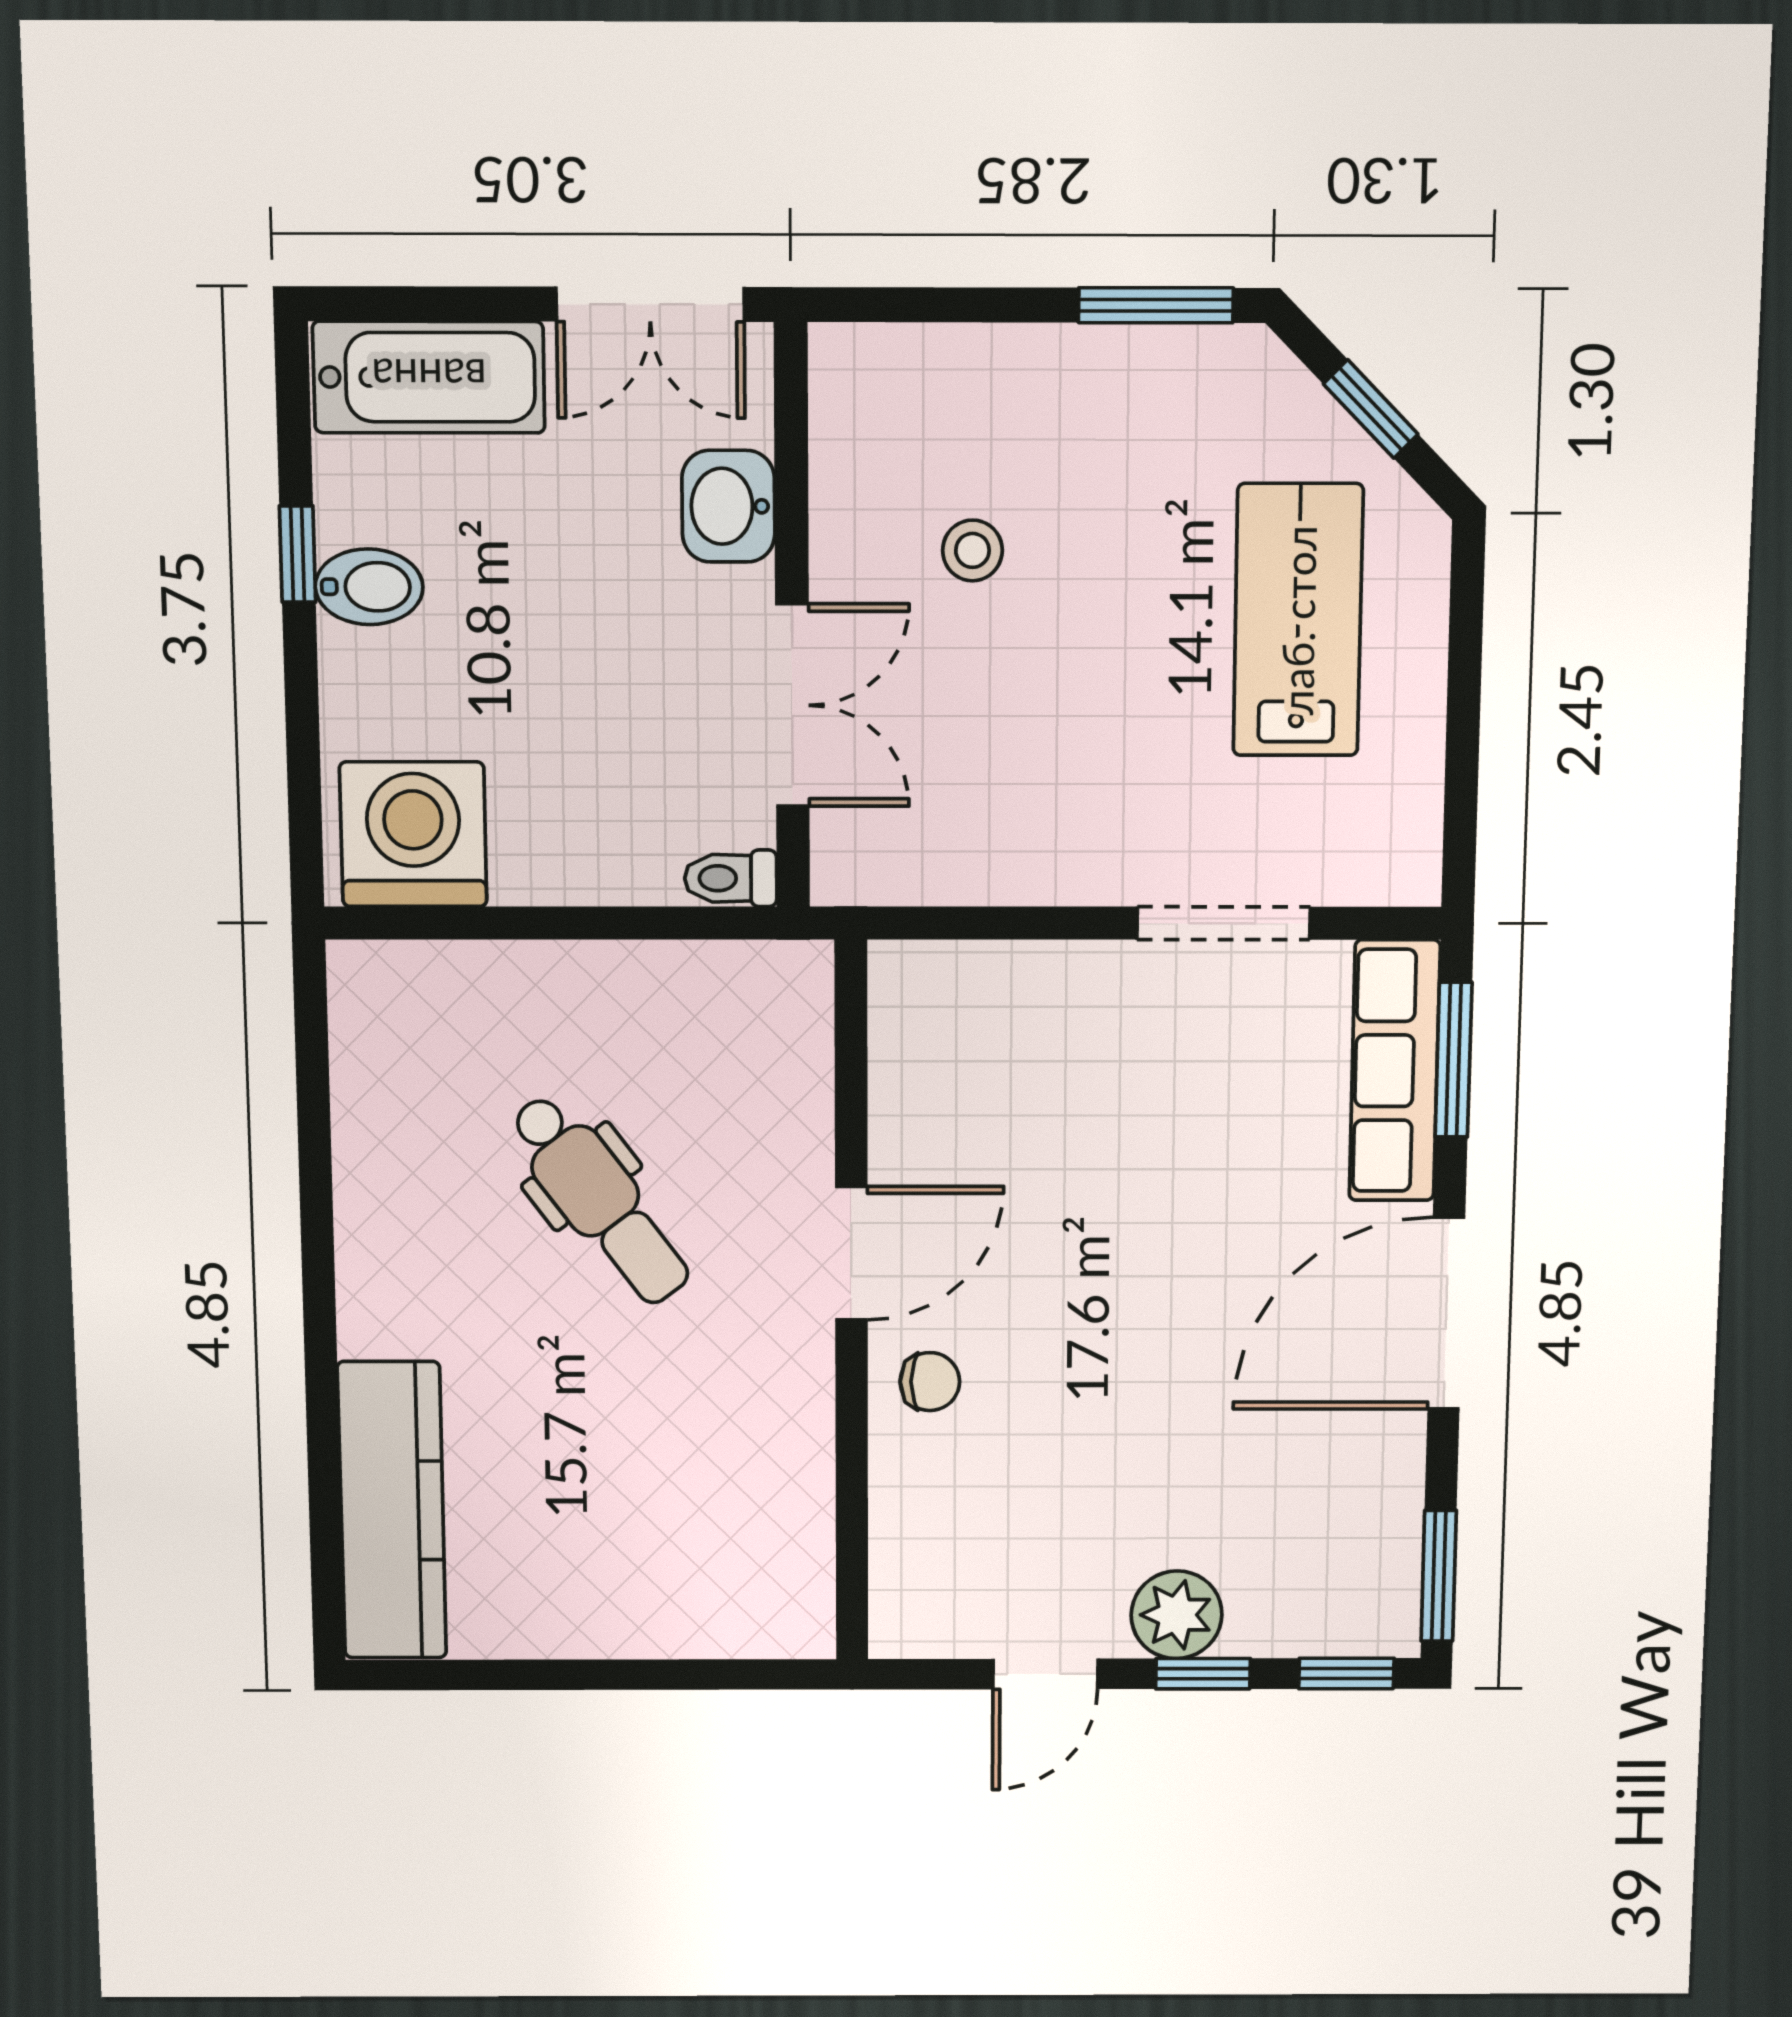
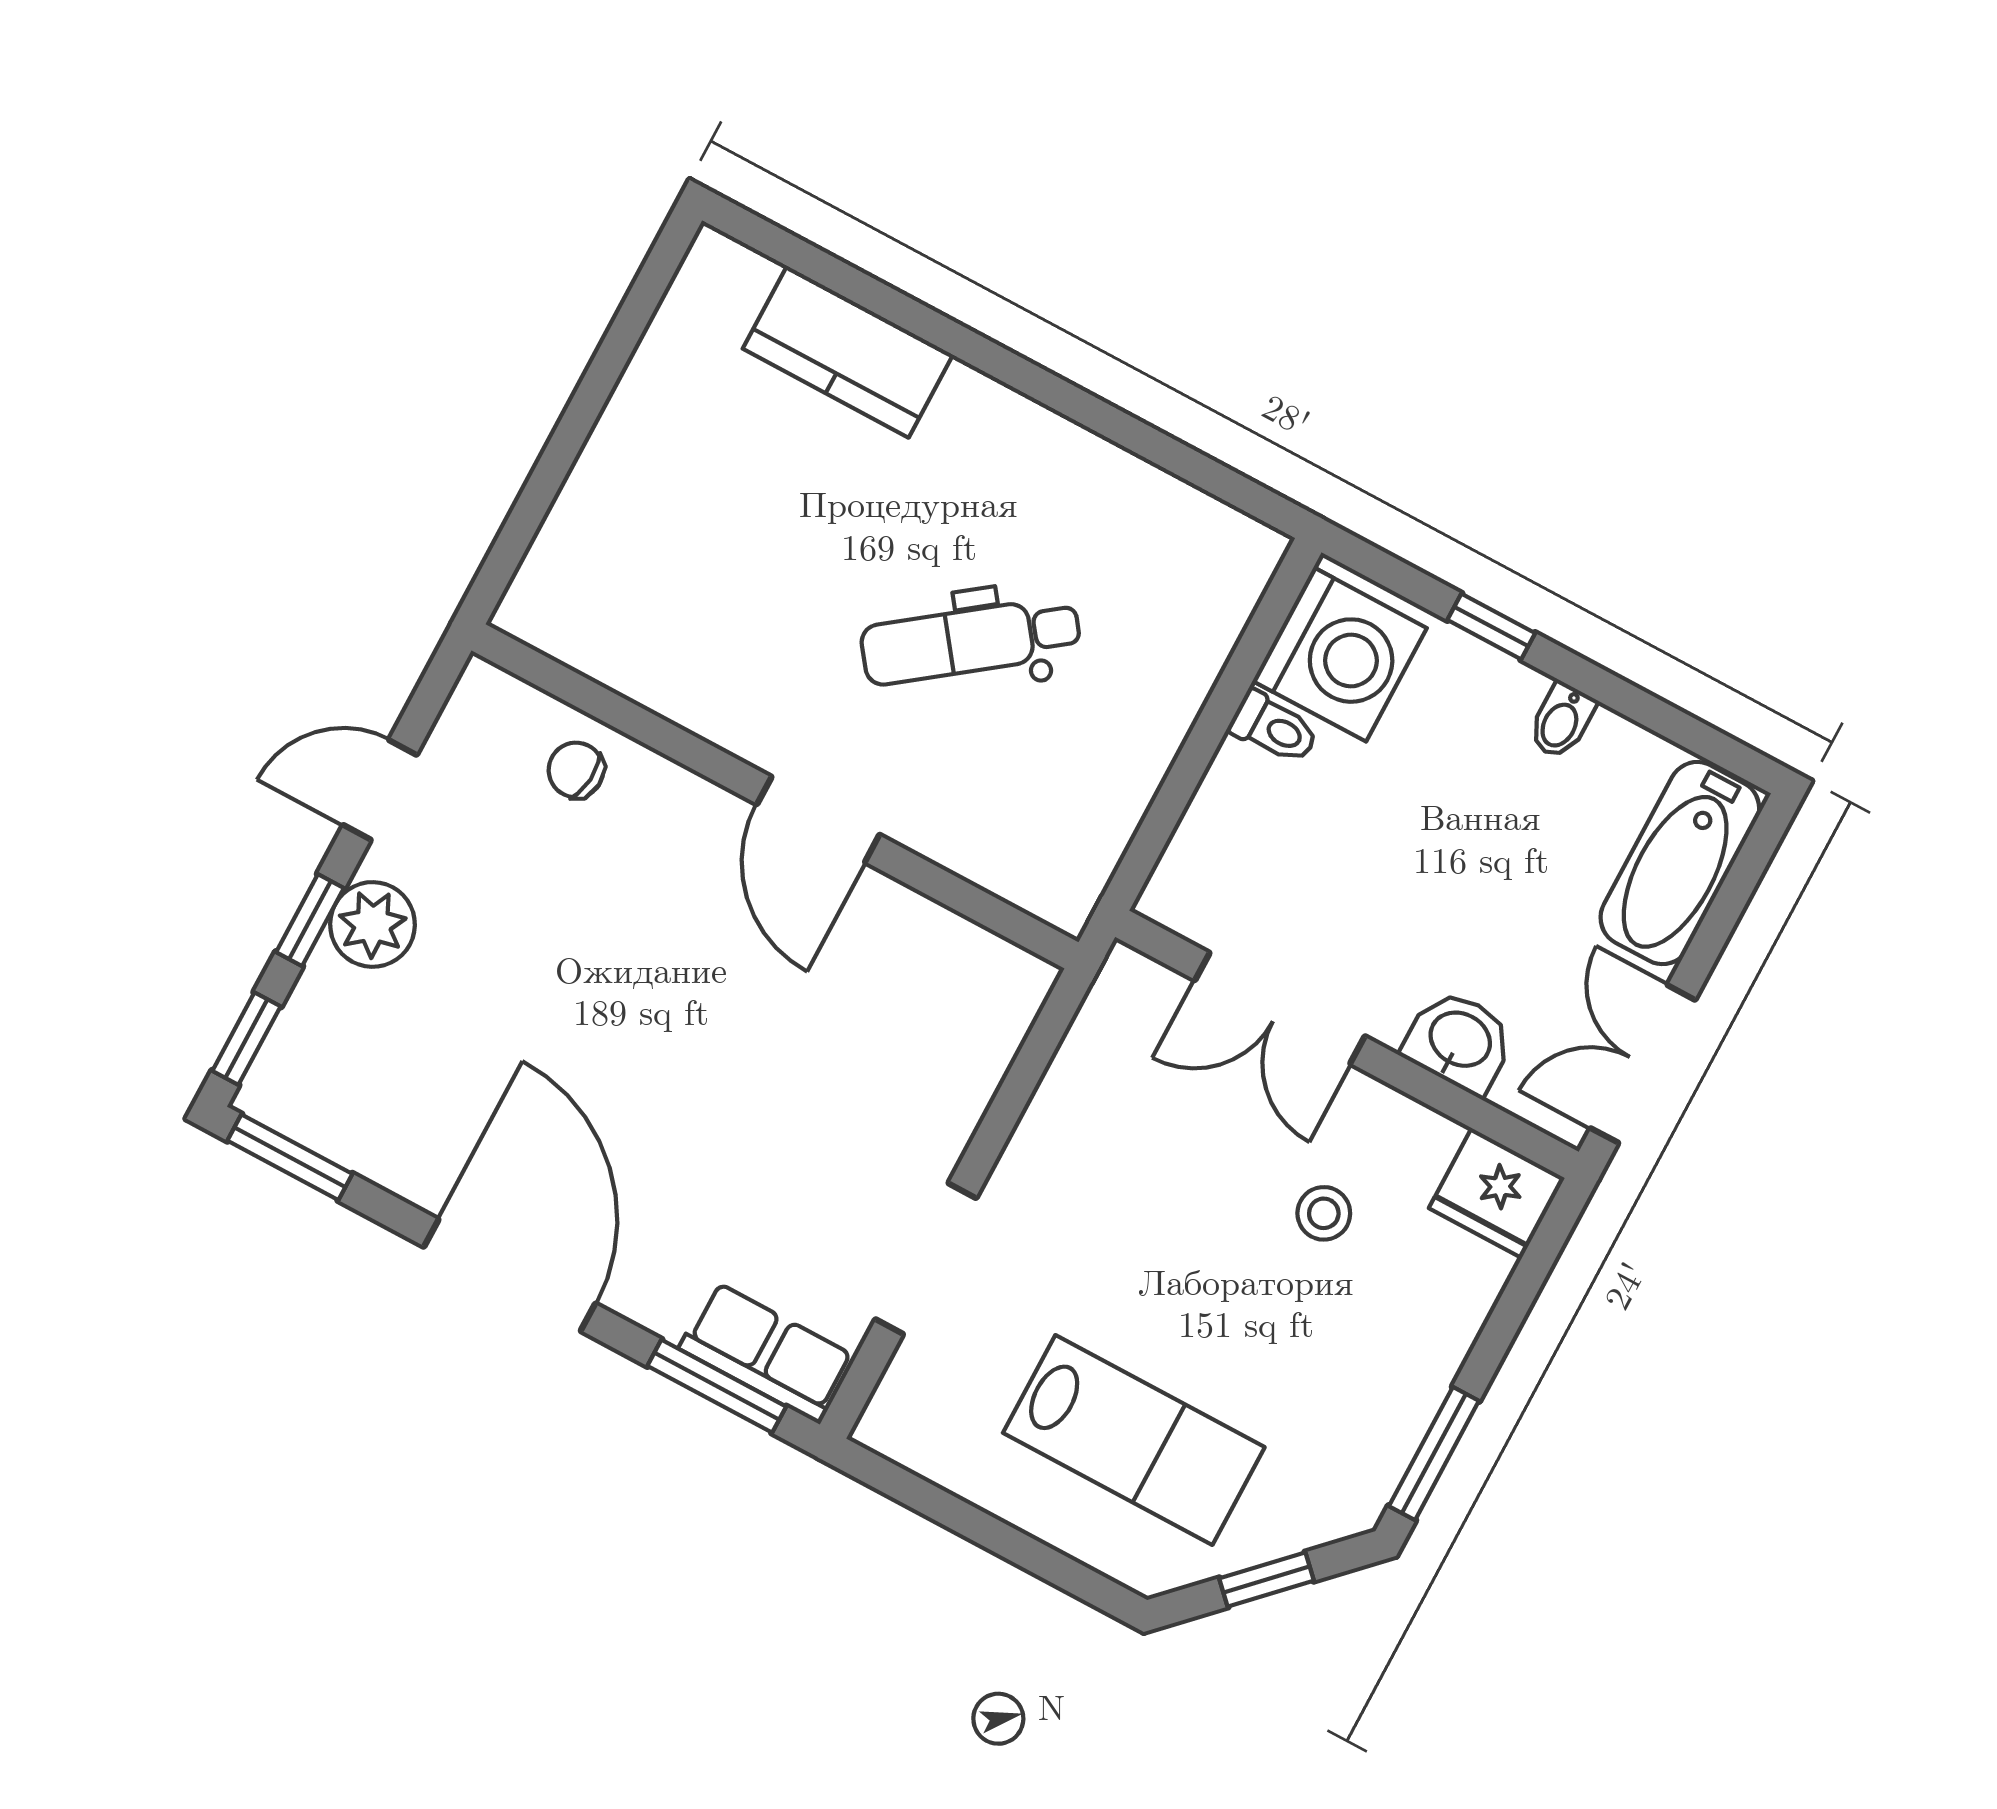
fridge: (860, 384) -> (1497, 1193), added
window: (298, 554) -> (1491, 626), moved
bidet: (369, 587) -> (1562, 721), width x0.72, depth x0.74
toilet: (731, 878) -> (1274, 728), moved, turned 90
row of seats: (1395, 1071) -> (767, 1353), width x0.68
chair: (930, 1382) -> (576, 770), moved, turned 95
kitchen counter: (392, 1511) -> (848, 352), width x0.67
door: (1045, 1674) -> (380, 790), hinge flipped

